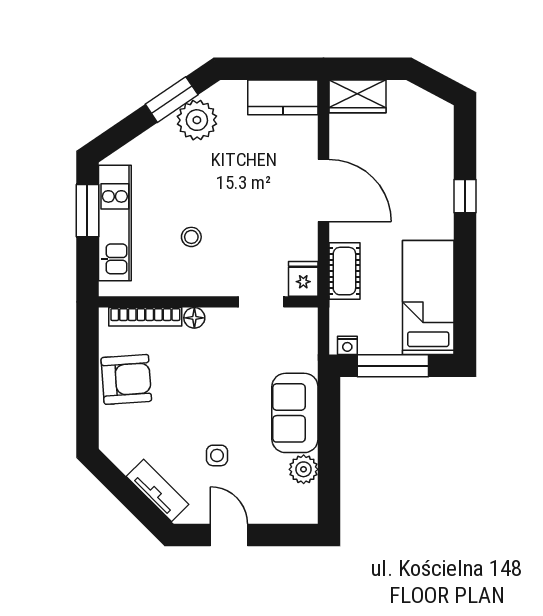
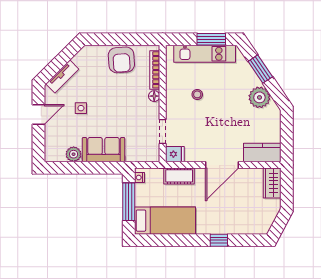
kitchen counter: (283, 97) -> (262, 153), moved, turned 90
window: (172, 100) -> (260, 69), moved

